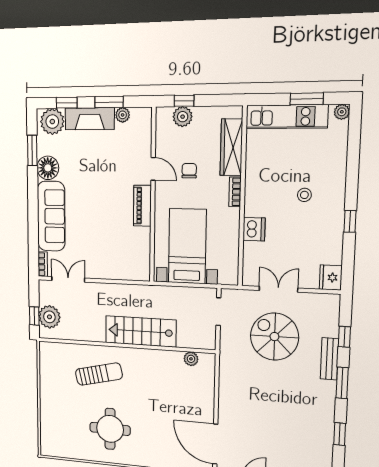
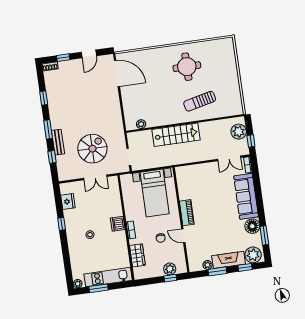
wardrobe: (231, 147) -> (137, 255), width x0.67
dishwasher: (254, 229) -> (118, 224), moved
fridge: (331, 277) -> (68, 201), moved
window: (34, 316) -> (251, 141), moved
spiral stairs: (274, 337) -> (92, 149), turned -90

